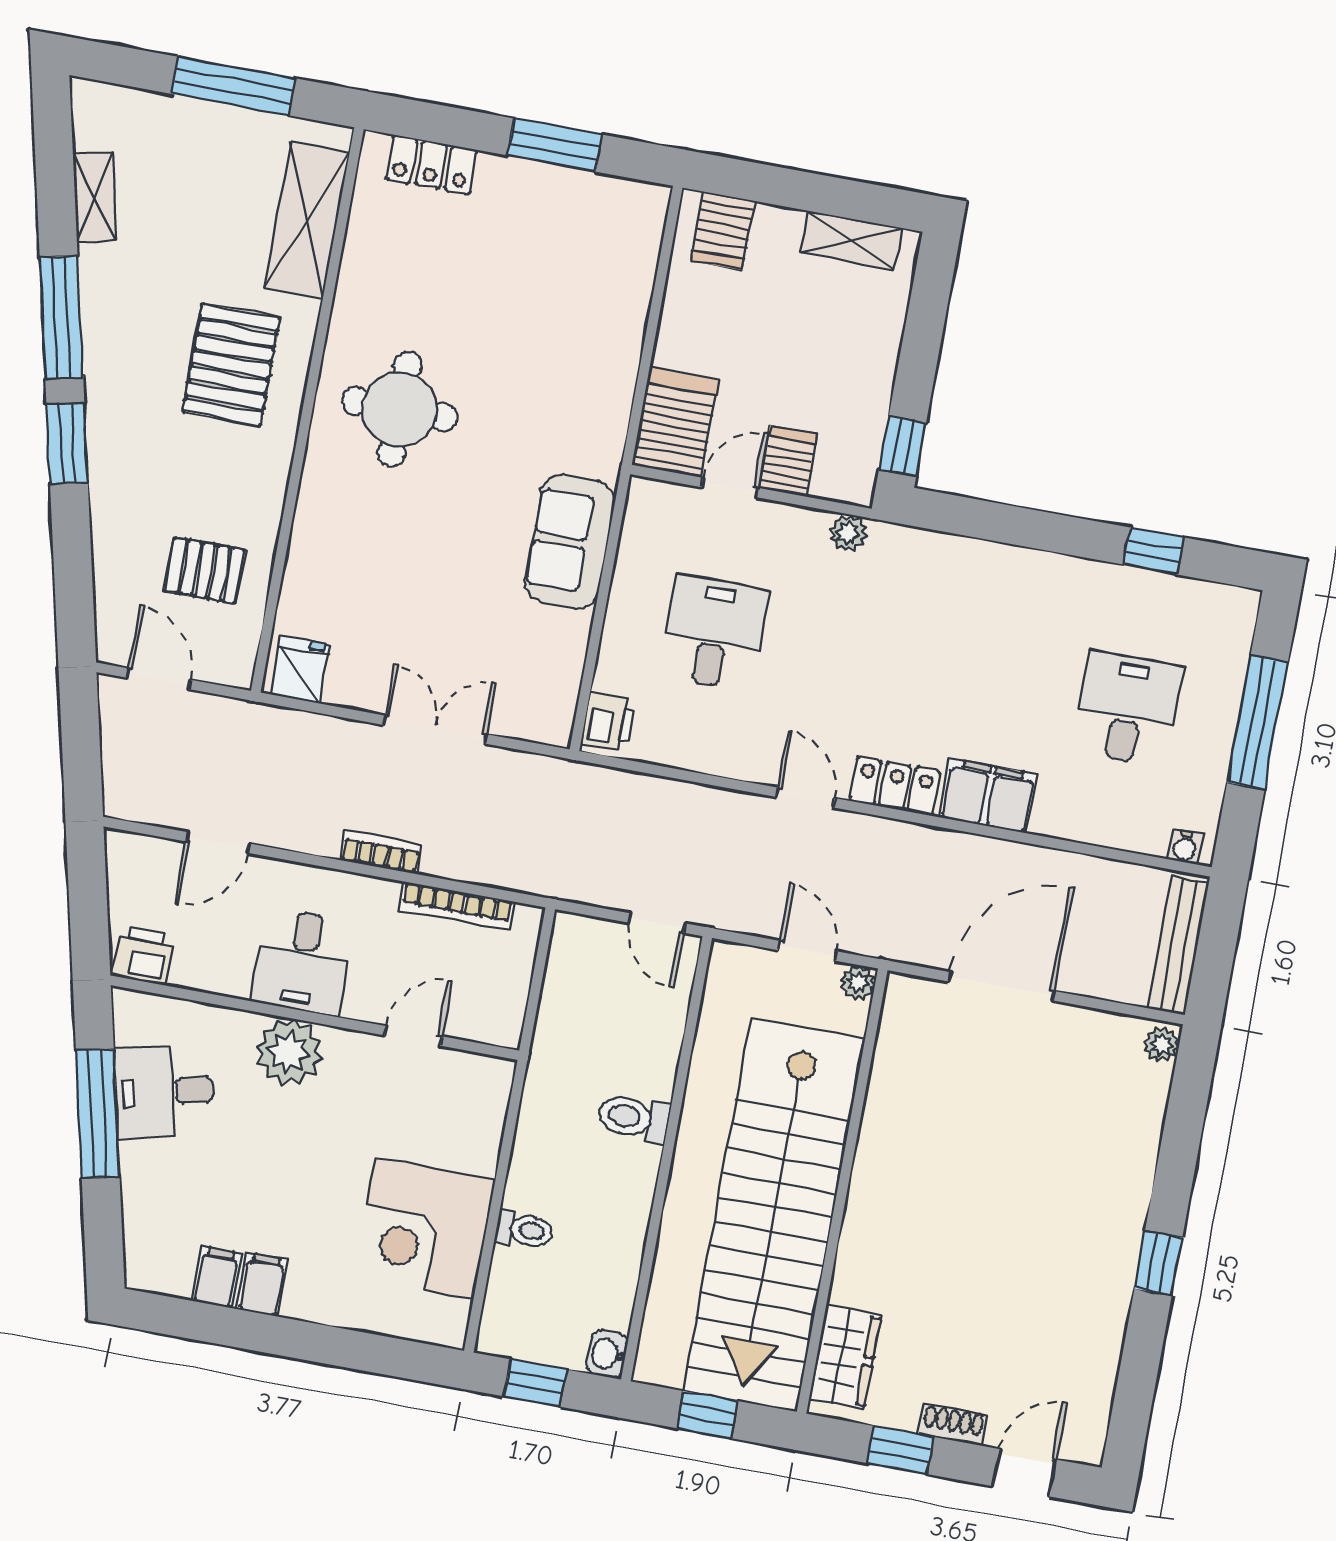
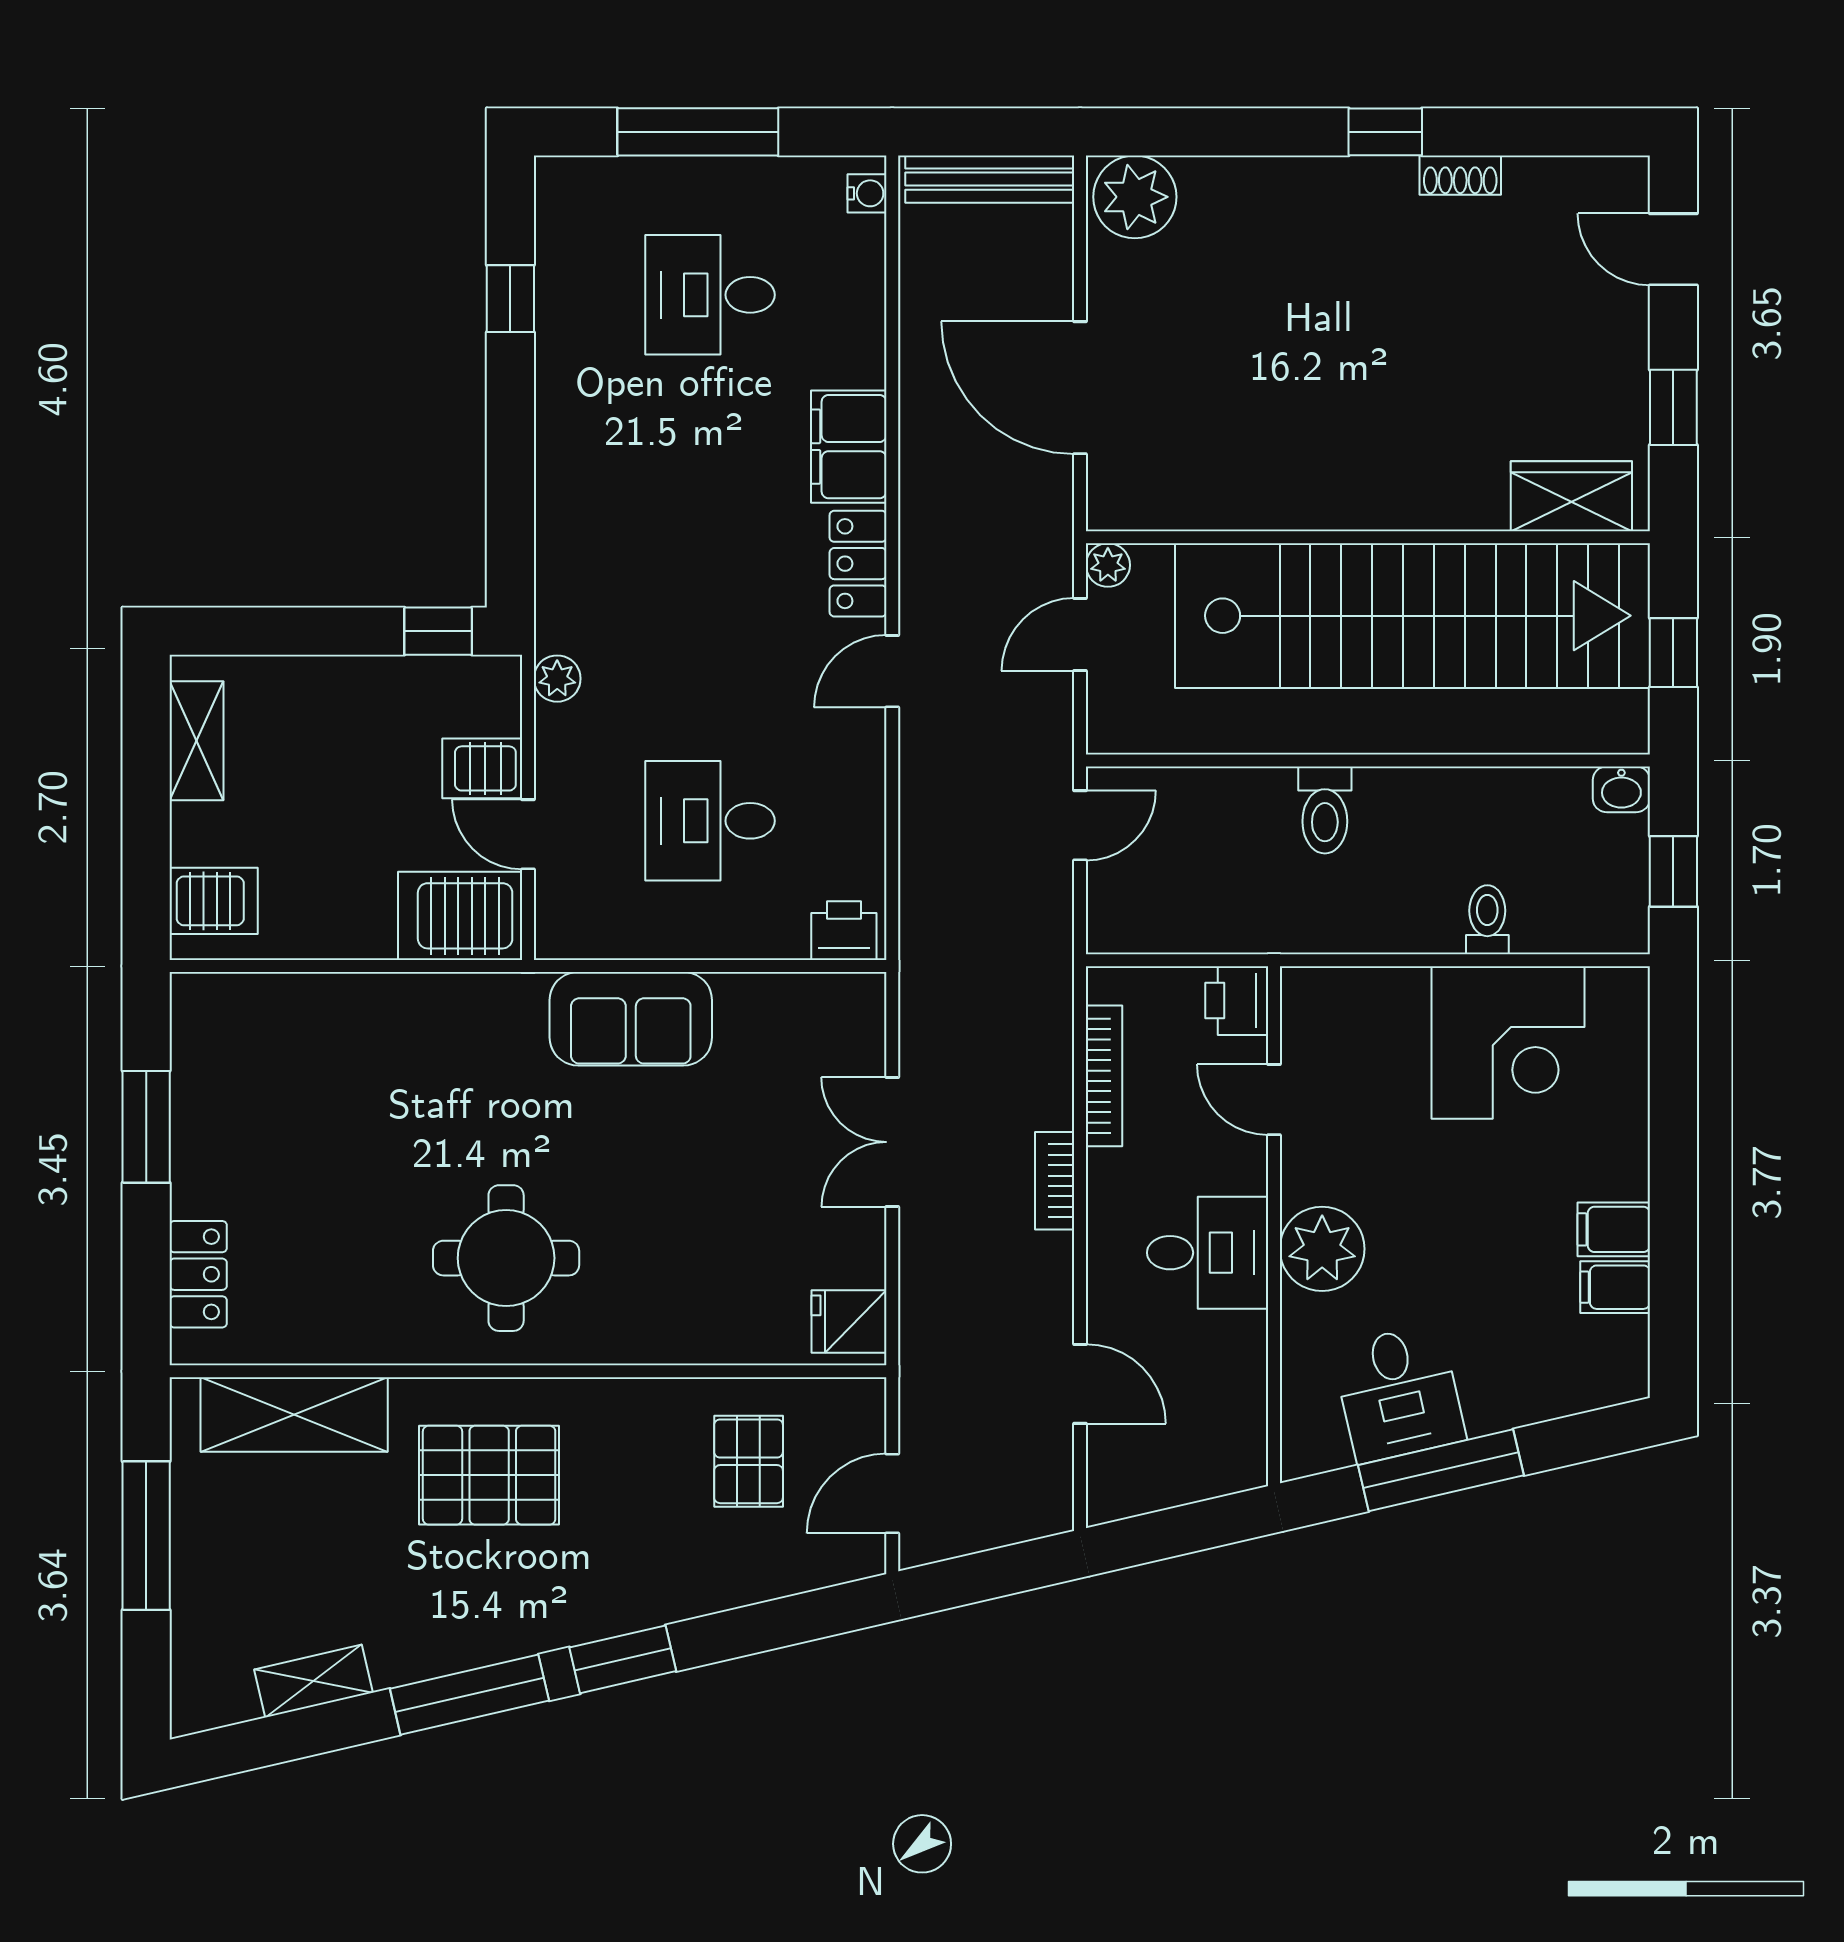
printer: (143, 956) -> (1237, 1001), moved
plant: (1161, 1044) -> (1135, 197), width x1.88, depth x1.88
shoe rack: (953, 1425) -> (1460, 175), moved, turned -90

